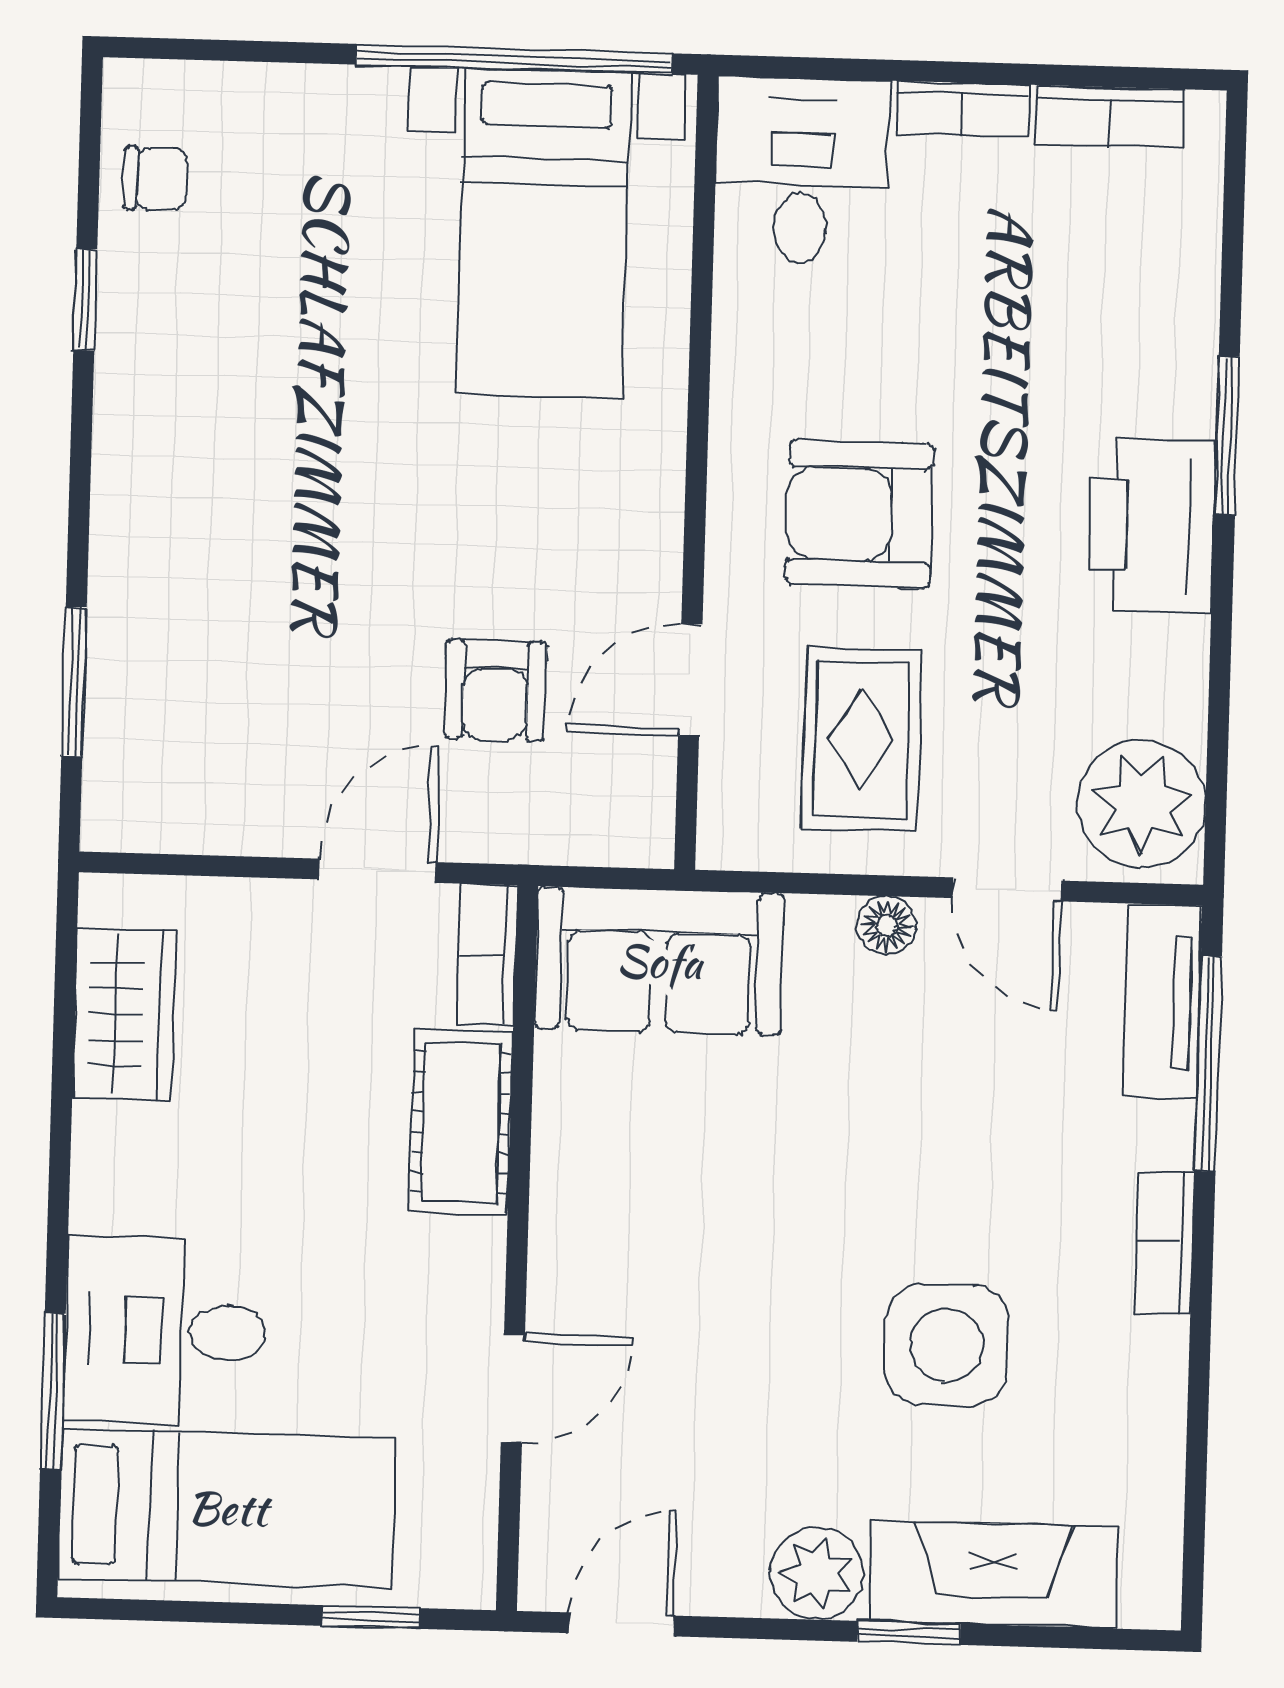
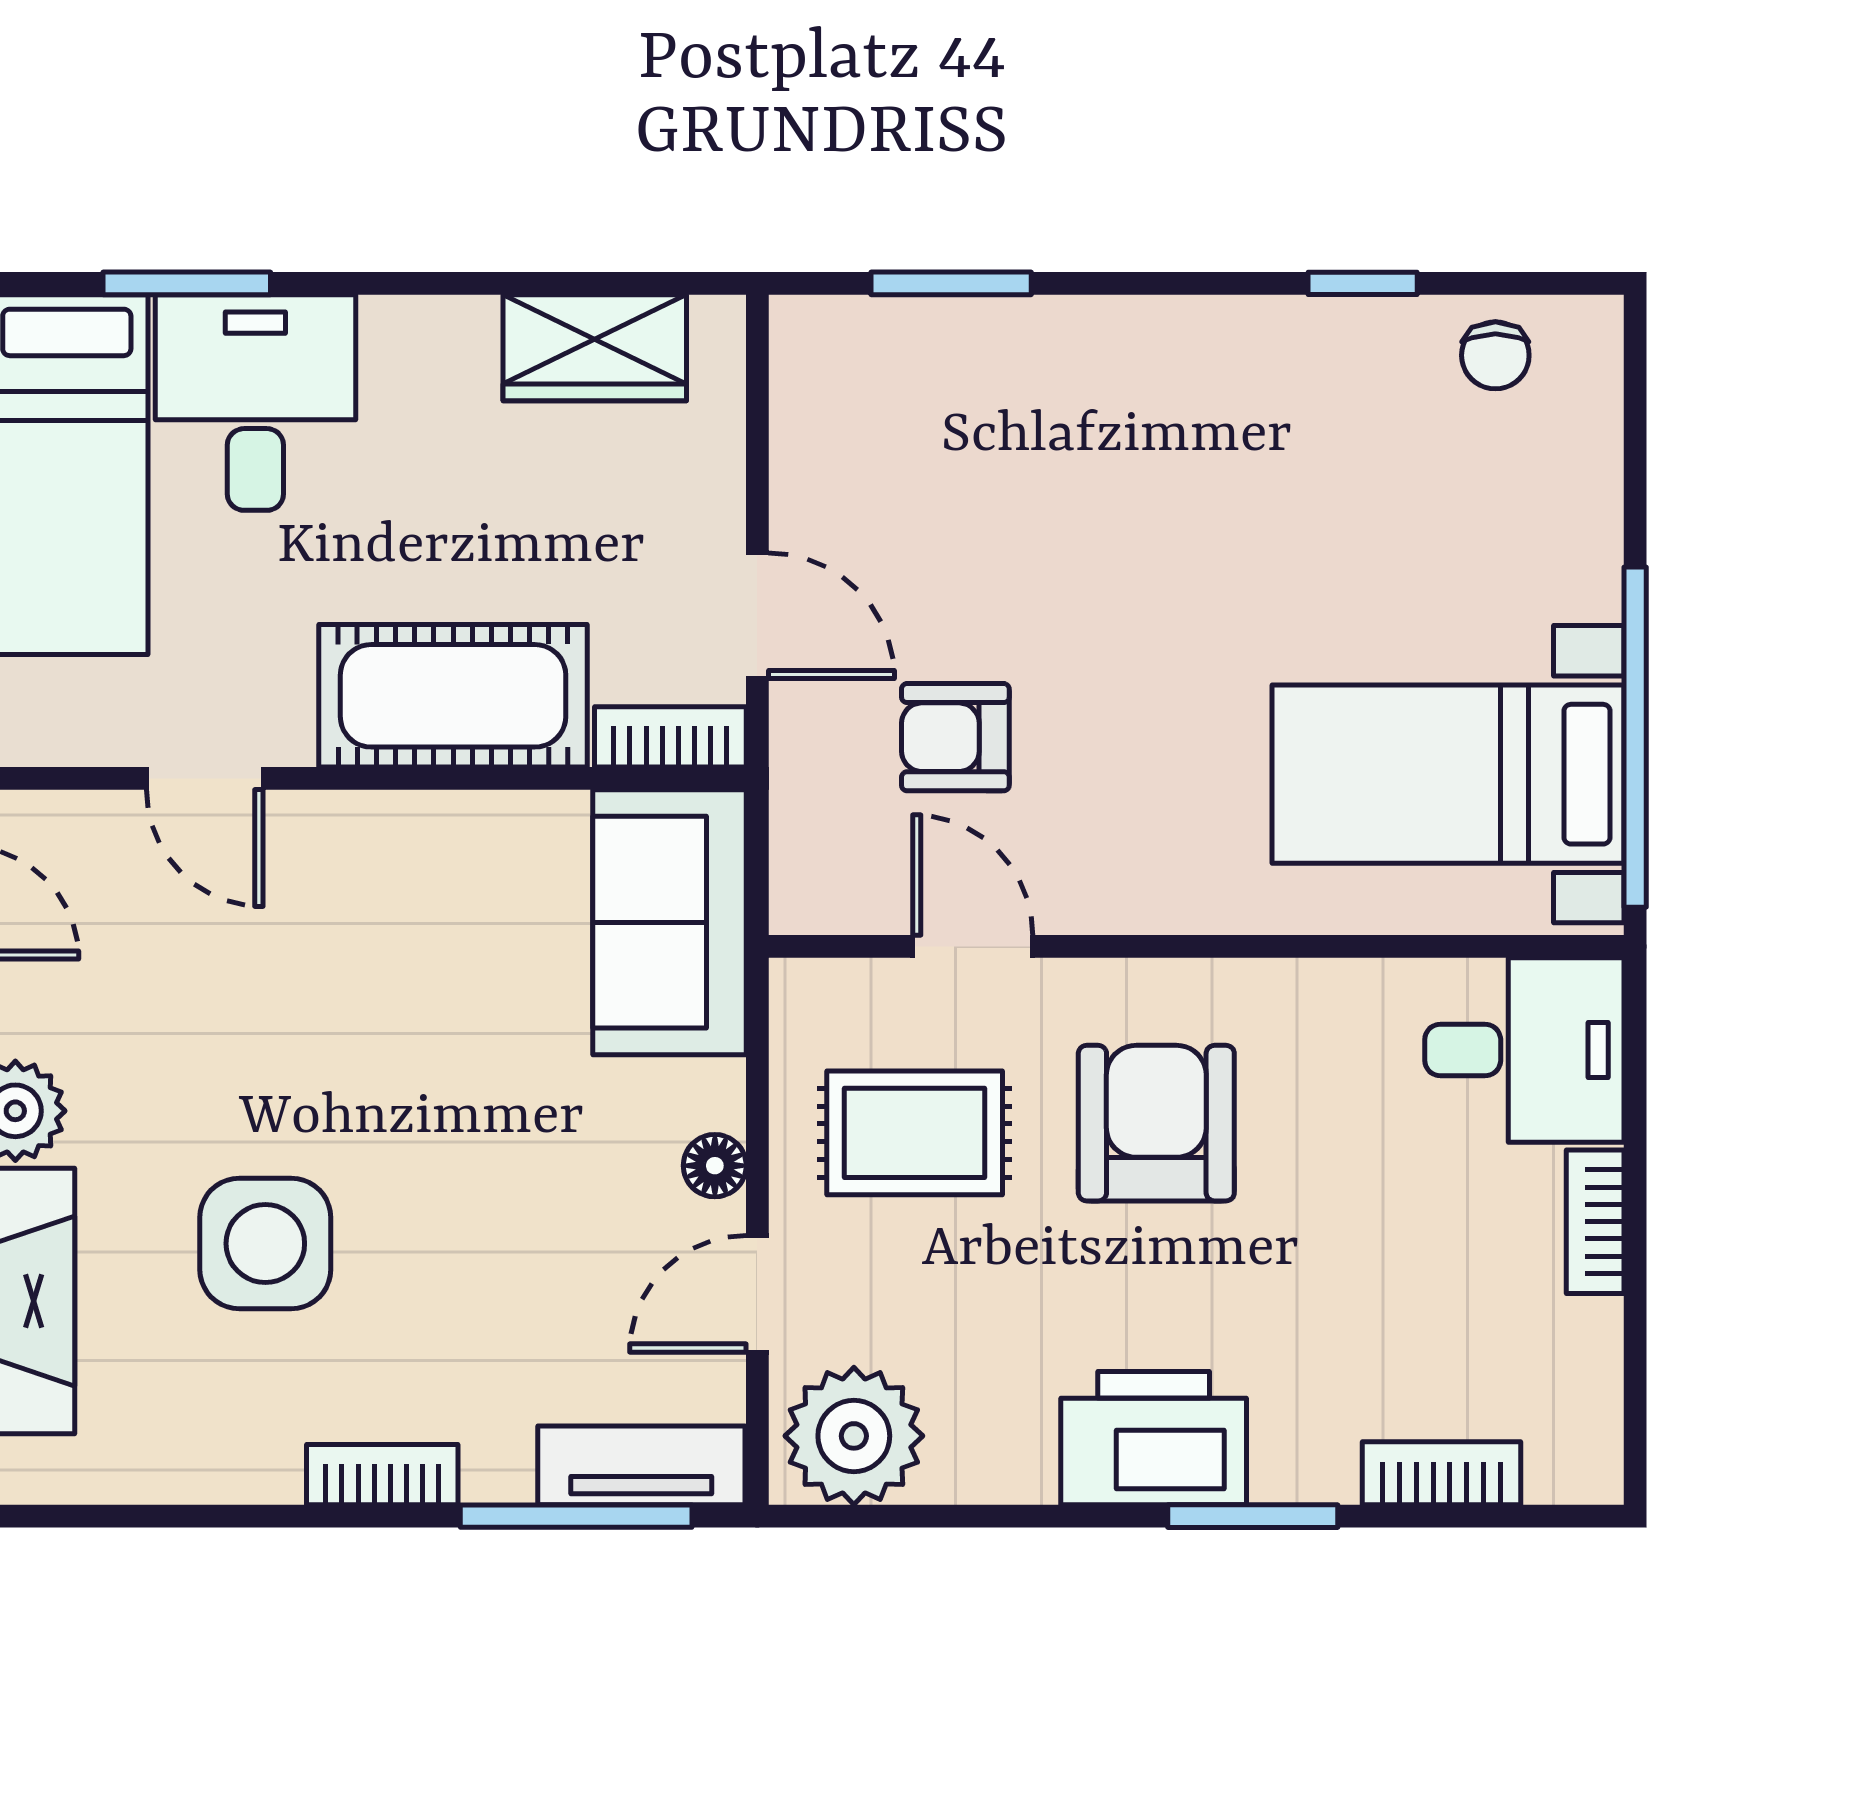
bookcase: (1110, 116) -> (1442, 1473), moved, turned 90
cot: (461, 1122) -> (453, 696), width x1.37, depth x1.34

